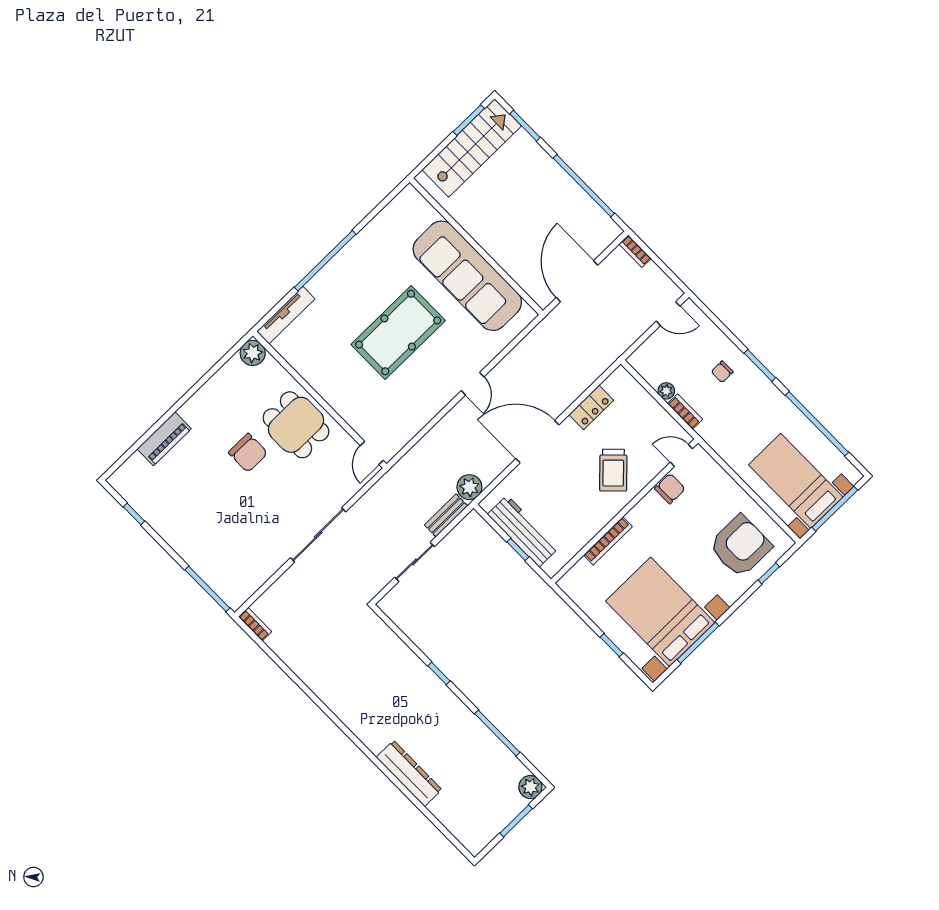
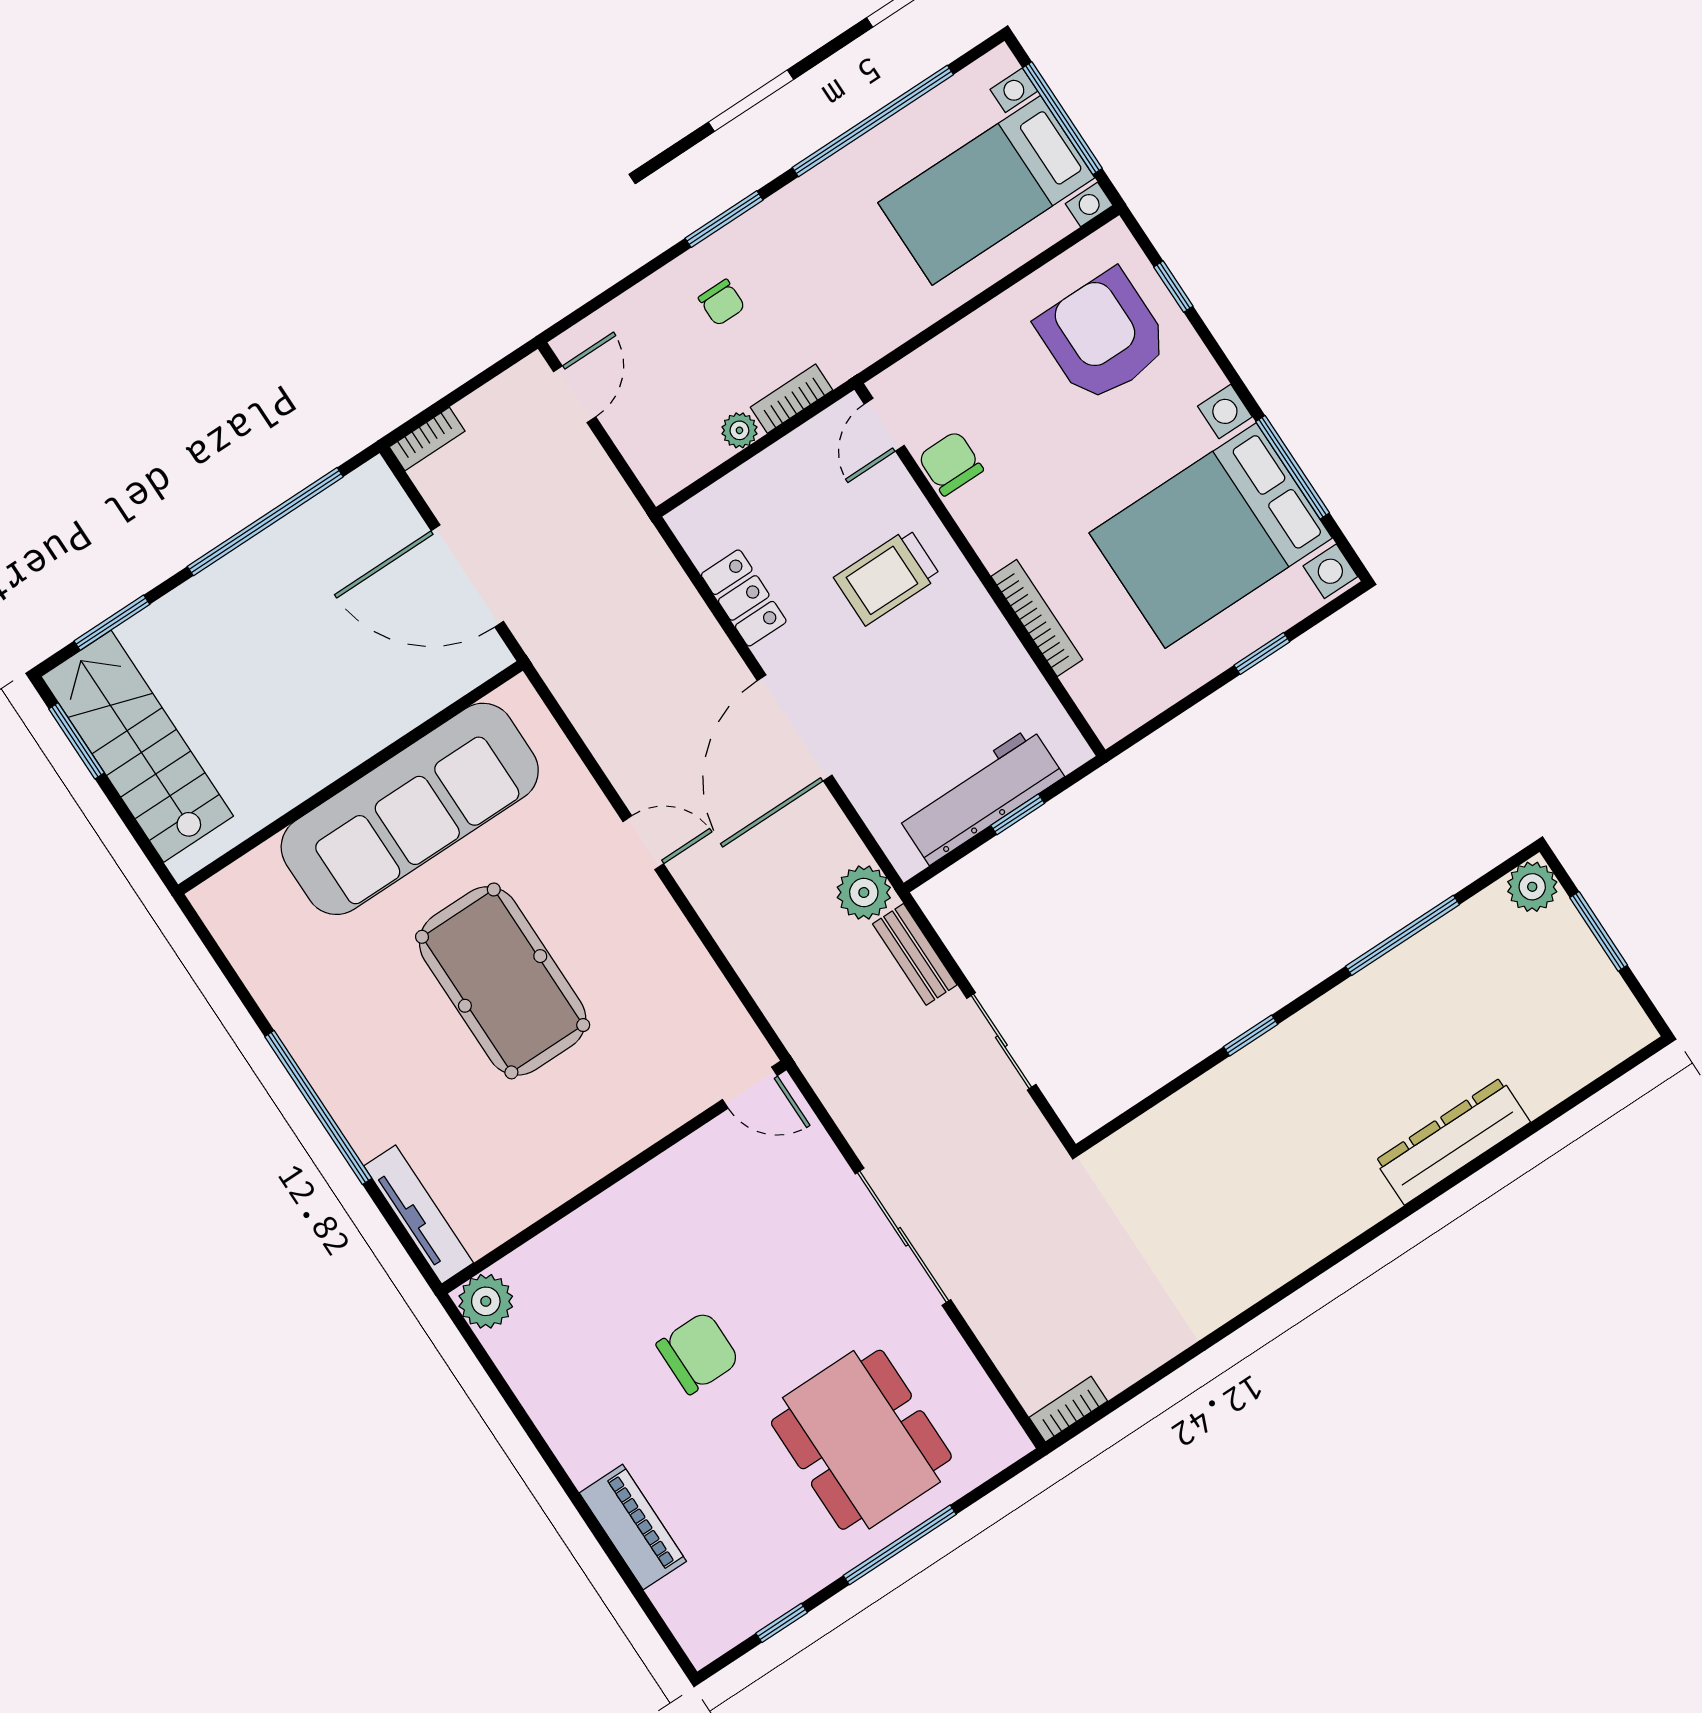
dining table: (296, 425) -> (861, 1440), moved, width x1.38
trolley: (613, 470) -> (887, 577), turned 135
window: (207, 589) -> (900, 1545), moved

